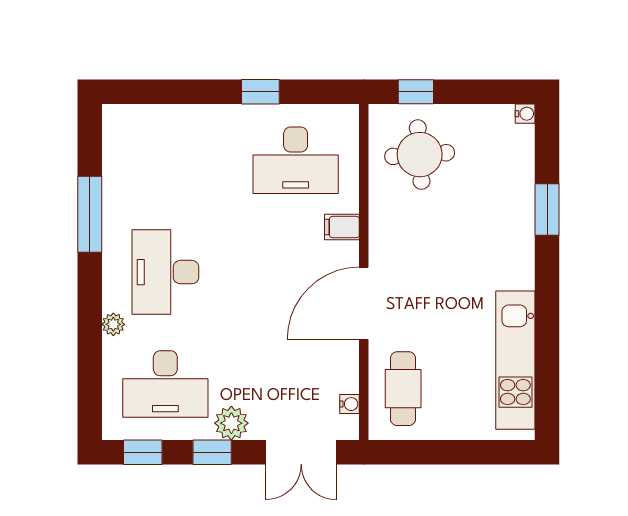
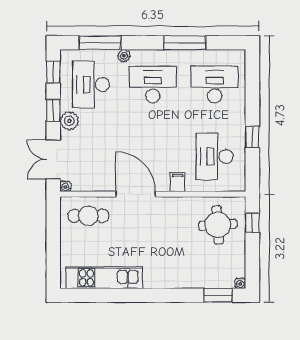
desk: (165, 160) -> (215, 85), added
window: (547, 209) -> (218, 295), moved
window: (90, 368) -> (100, 43), added
water cooler: (350, 404) -> (65, 186), moved

